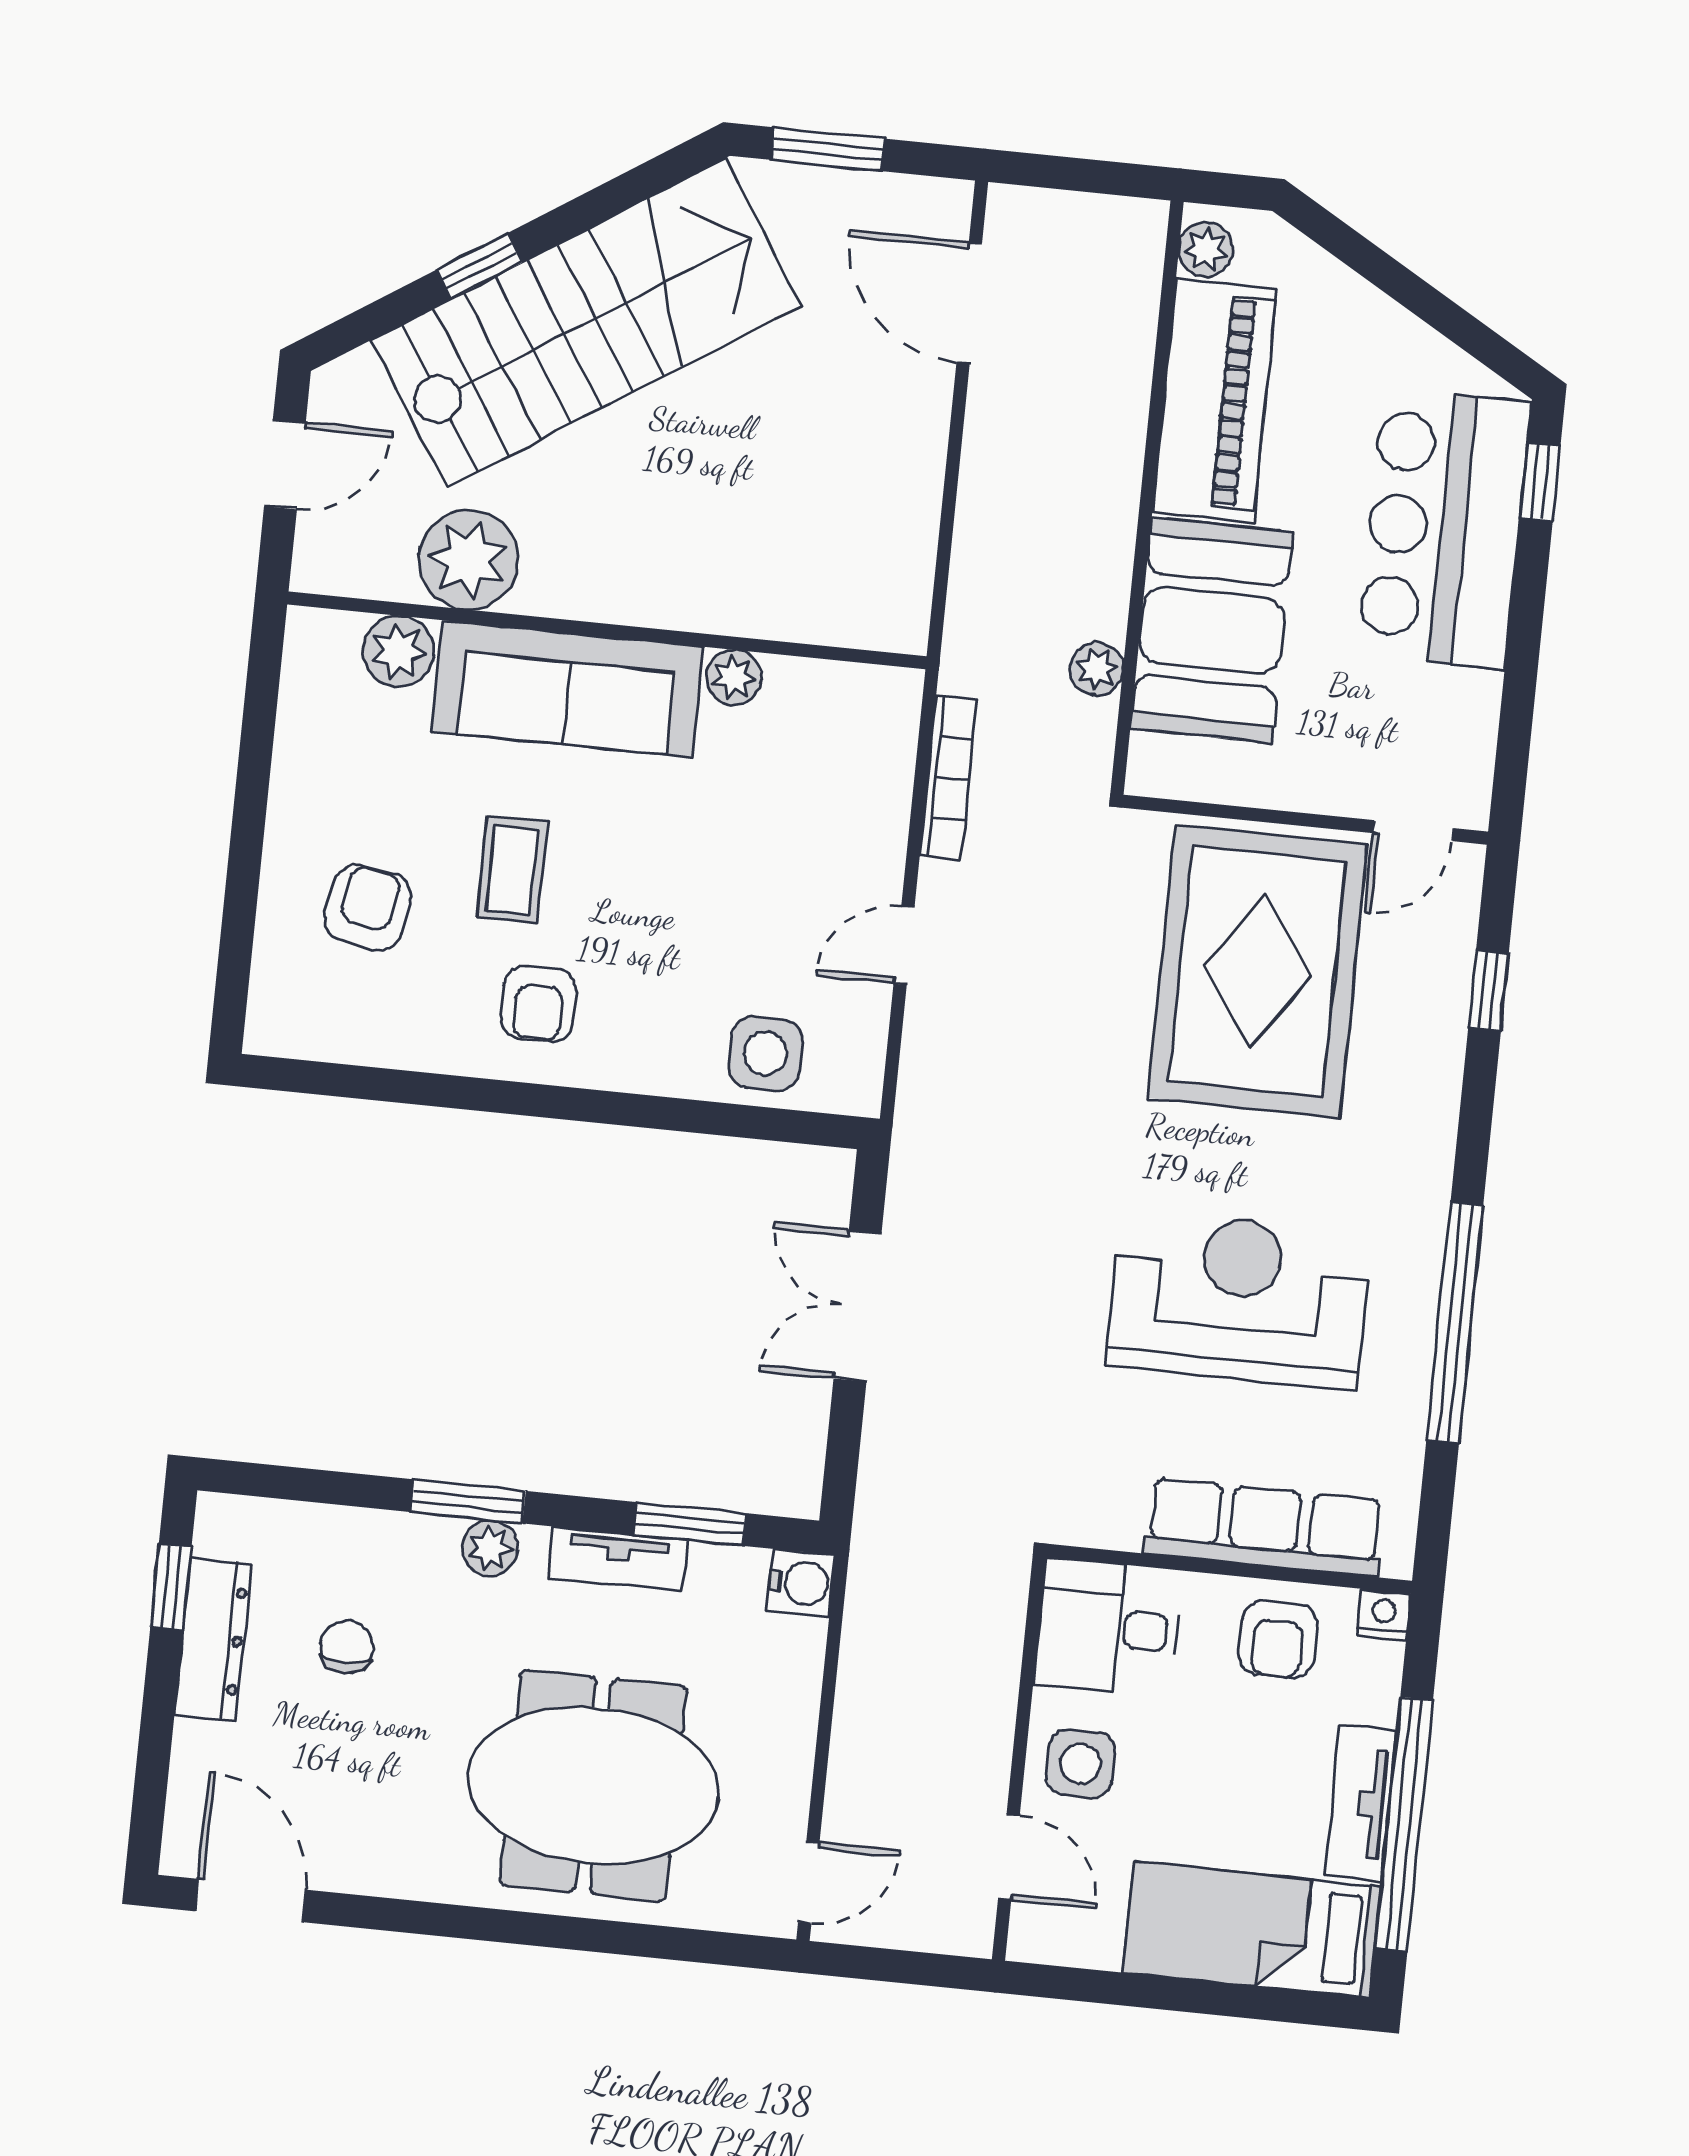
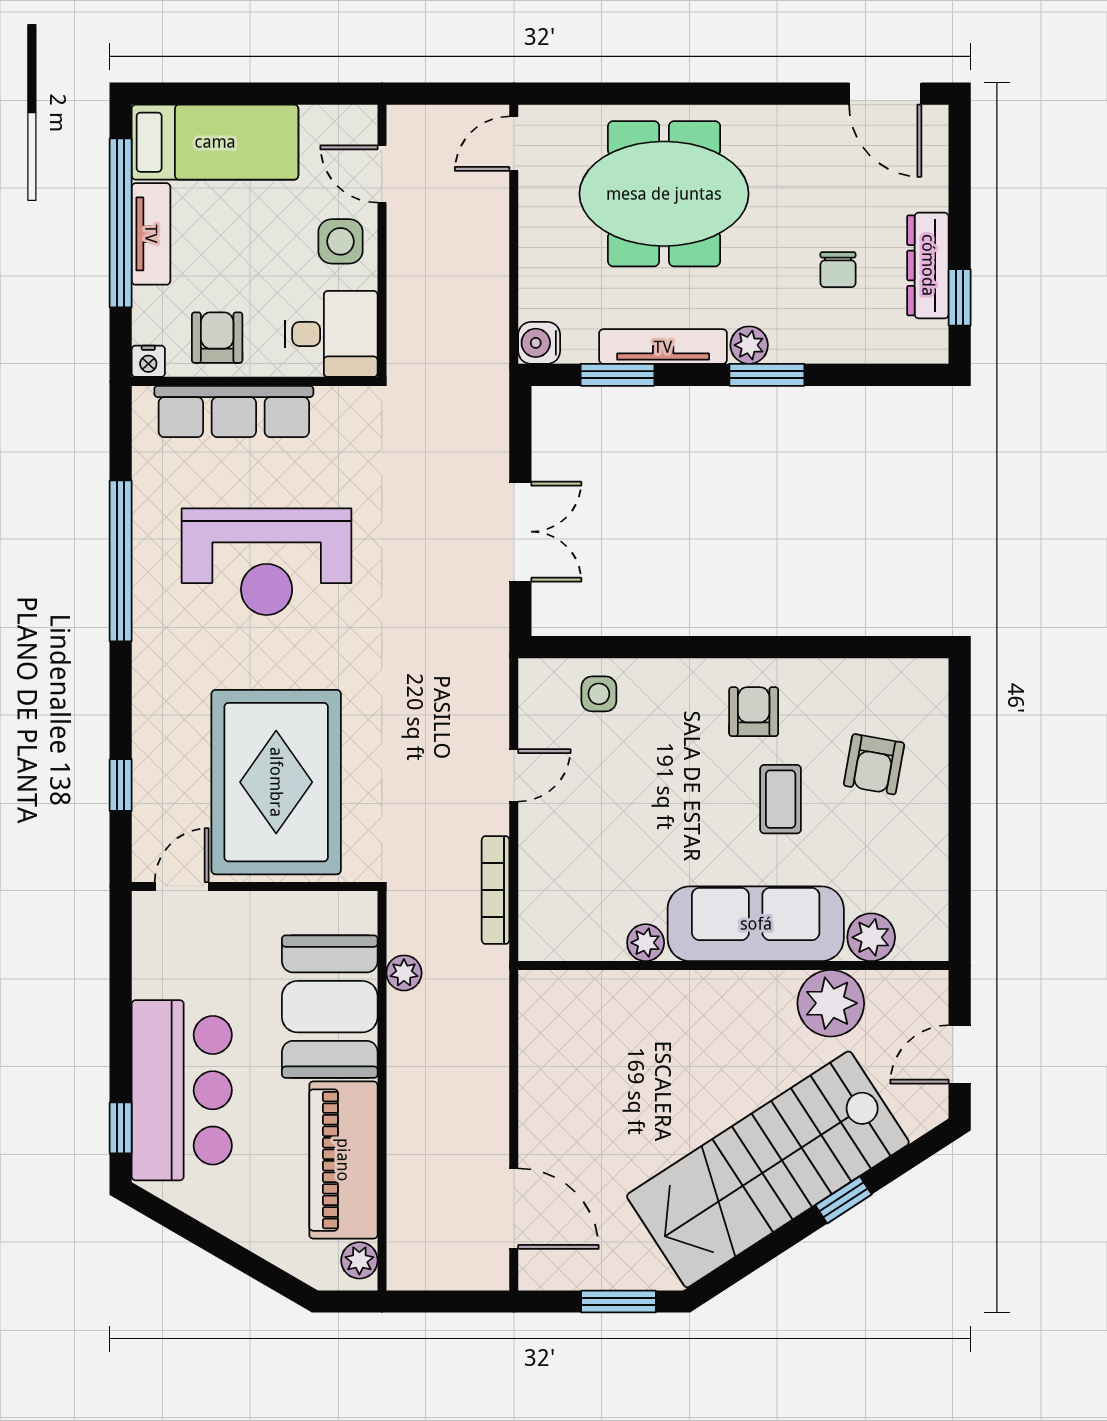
side table: (766, 1053) -> (599, 694), width x0.73, depth x0.73
tv unit: (618, 1559) -> (663, 347), width x1.41

